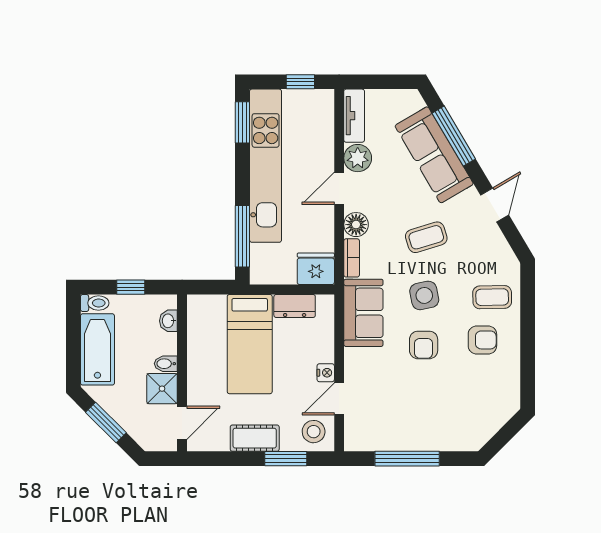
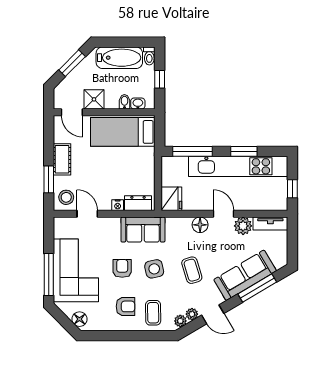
window: (242, 122) -> (244, 151), moved
plant: (494, 237) -> (192, 314), added
plant: (505, 255) -> (180, 321), added
bookcase: (352, 258) -> (178, 222), removed
dresser: (295, 306) -> (138, 203), moved, turned 90
armchair: (482, 340) -> (125, 306), turned -90
bed: (250, 344) -> (123, 132), moved
armchair: (424, 345) -> (122, 268), turned 90
bidet: (166, 364) -> (124, 102), moved
nightstand: (326, 373) -> (118, 205), moved
floor lamp: (502, 411) -> (79, 319), added
corner sofa: (427, 417) -> (76, 270), added
window: (407, 459) -> (49, 275), moved

